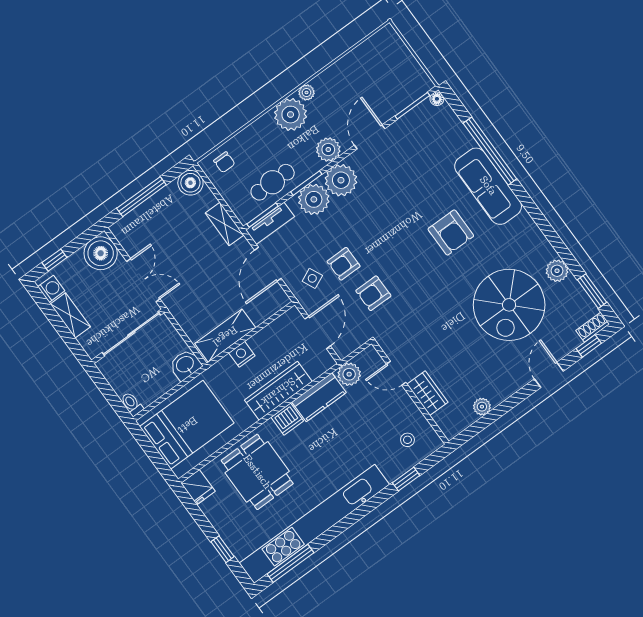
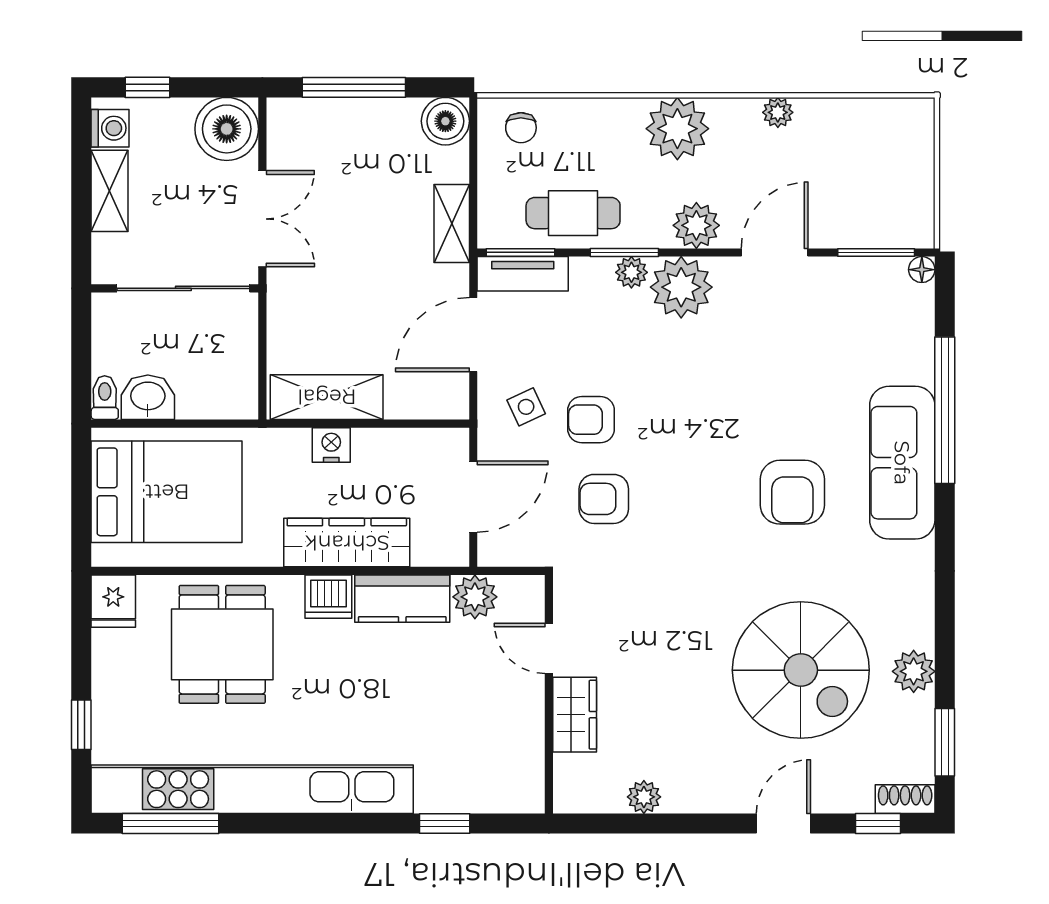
plant: (307, 92) -> (778, 112), moved
plant: (314, 199) -> (631, 272), width x0.53, depth x0.53
spiral stairs: (509, 305) -> (801, 670), turned -90
washbasin: (185, 365) -> (148, 397), moved
stool: (407, 440) -> (491, 764), removed

